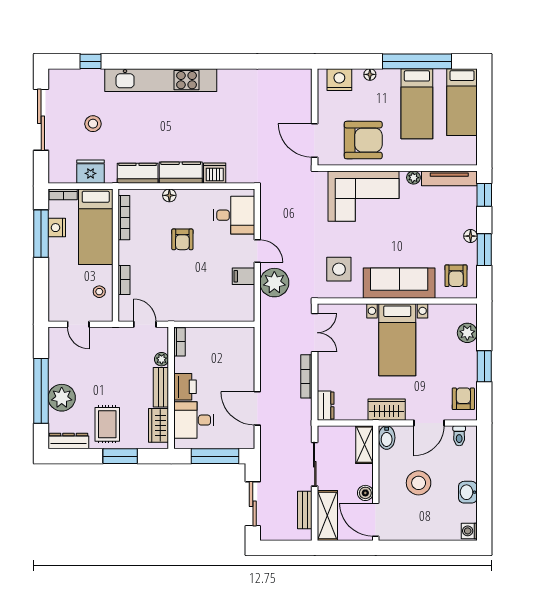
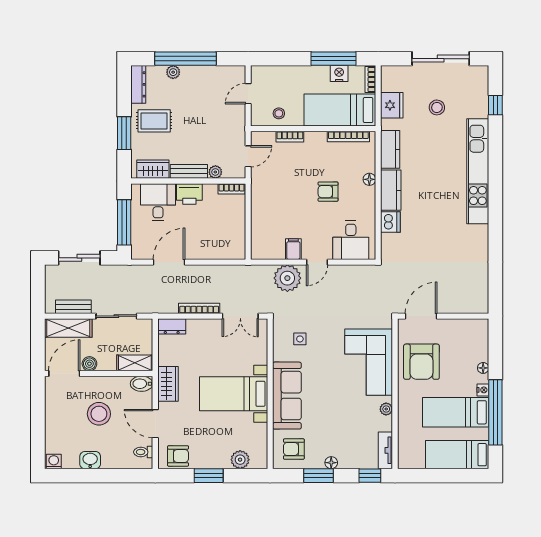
nightstand: (339, 80) -> (483, 390), moved, width x0.53, depth x0.56
tv unit: (449, 178) -> (385, 450), width x0.71
side table: (339, 269) -> (300, 339), width x0.54, depth x0.54
plant: (62, 398) -> (173, 72), width x0.53, depth x0.53

